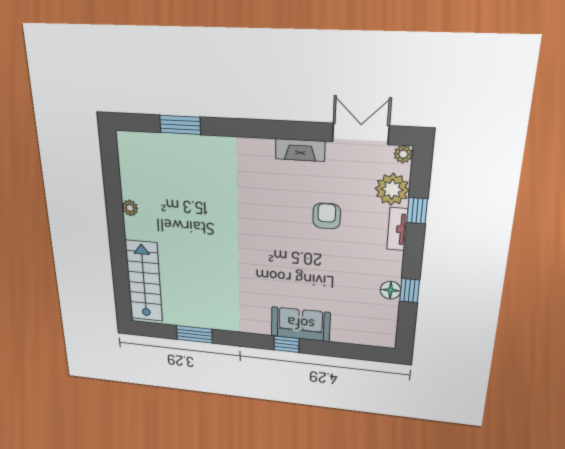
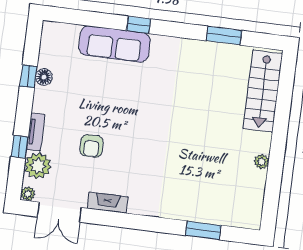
sofa: (301, 324) -> (114, 44), width x1.36

